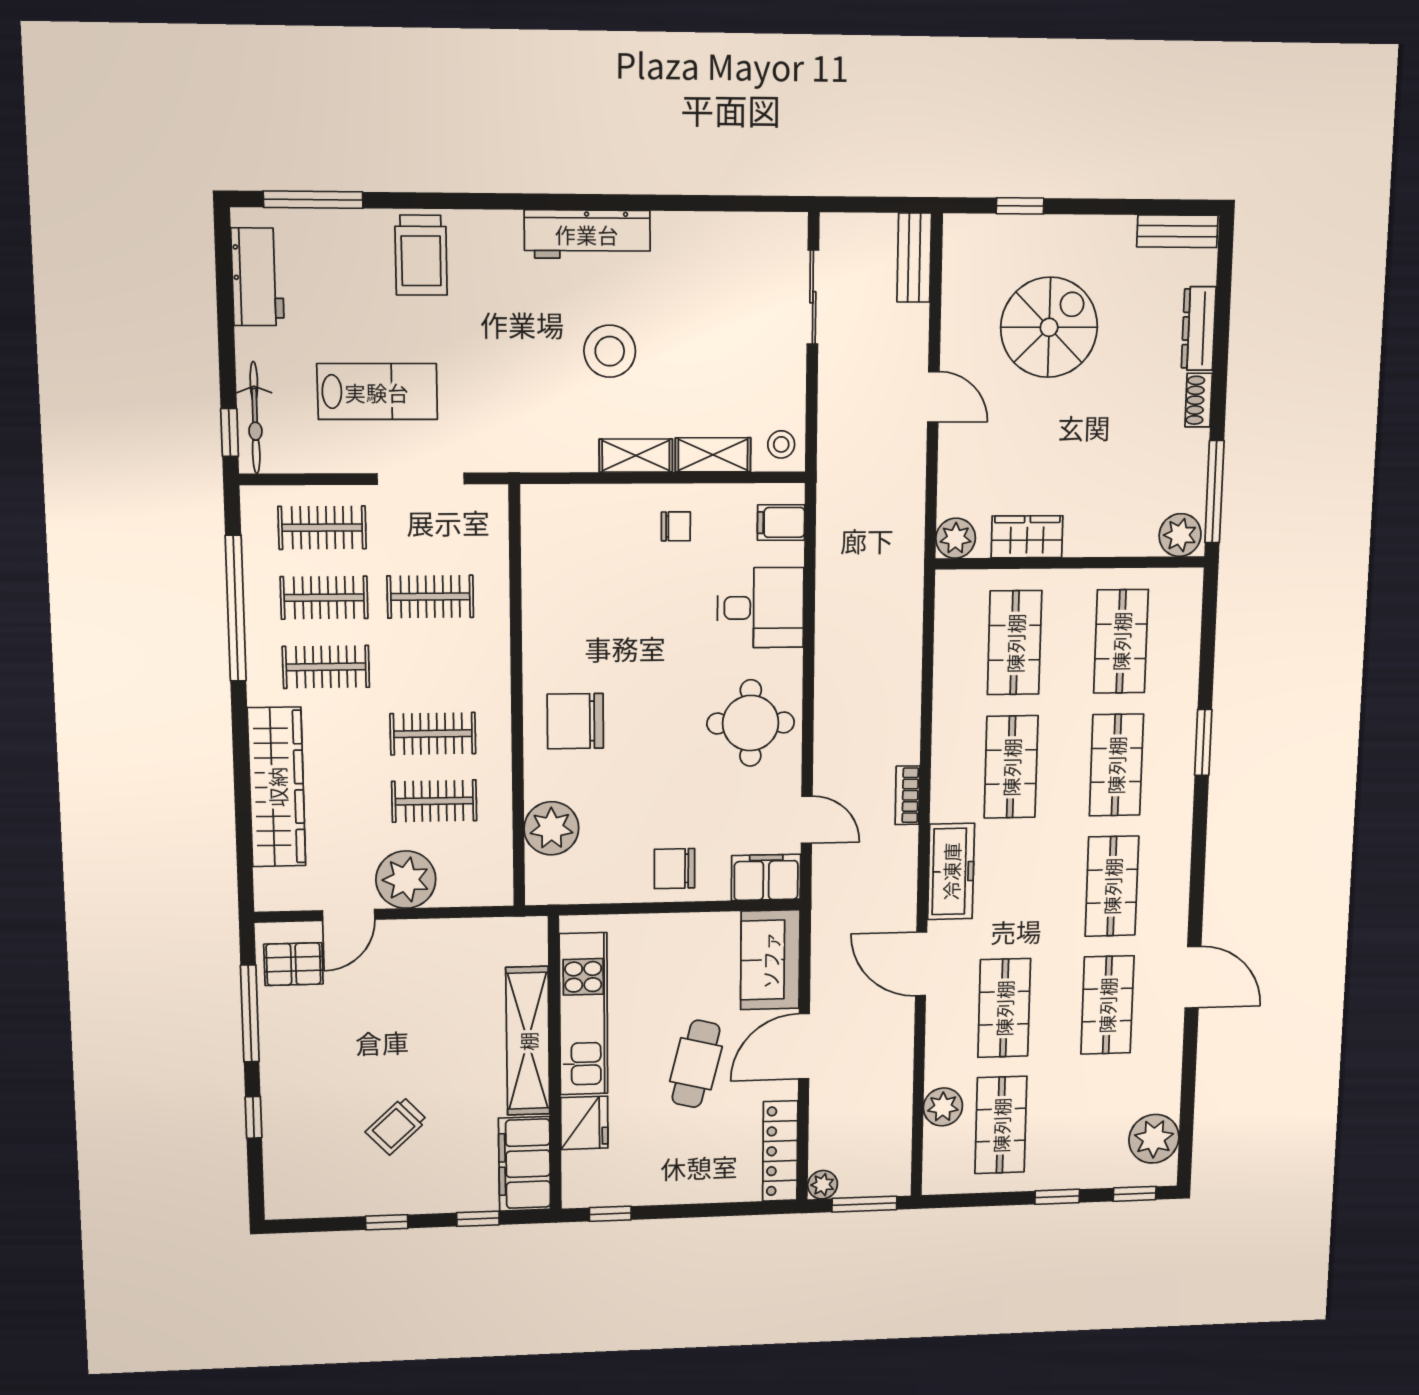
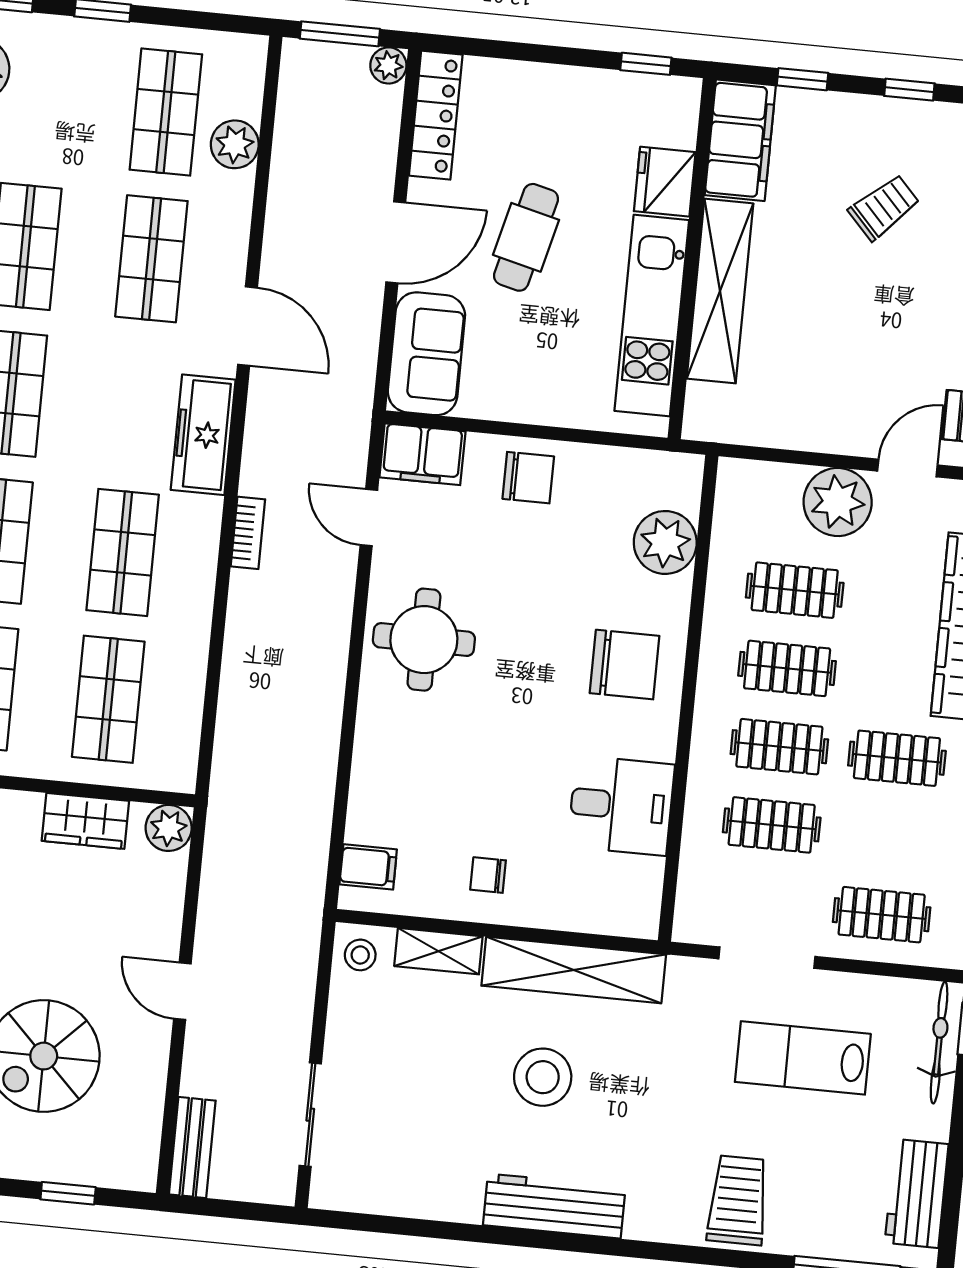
shelving: (636, 456) -> (574, 970), width x2.20, depth x1.33
clothes rail: (324, 598) -> (779, 747), moved
desk: (761, 608) -> (621, 805), moved, turned 180

